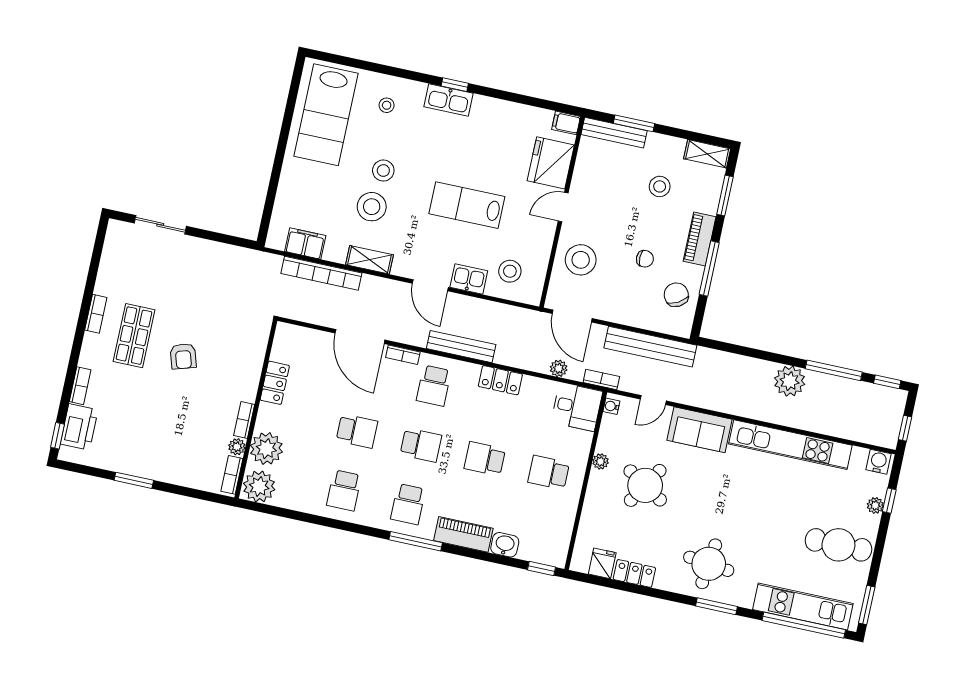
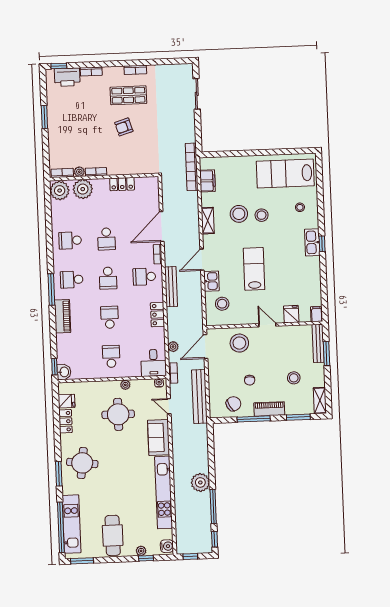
fridge: (551, 163) -> (291, 314), width x0.53, depth x0.75
bookcase: (321, 273) -> (192, 167), moved
round table: (645, 485) -> (118, 414), turned -32
washbasin: (505, 545) -> (64, 372), moved

